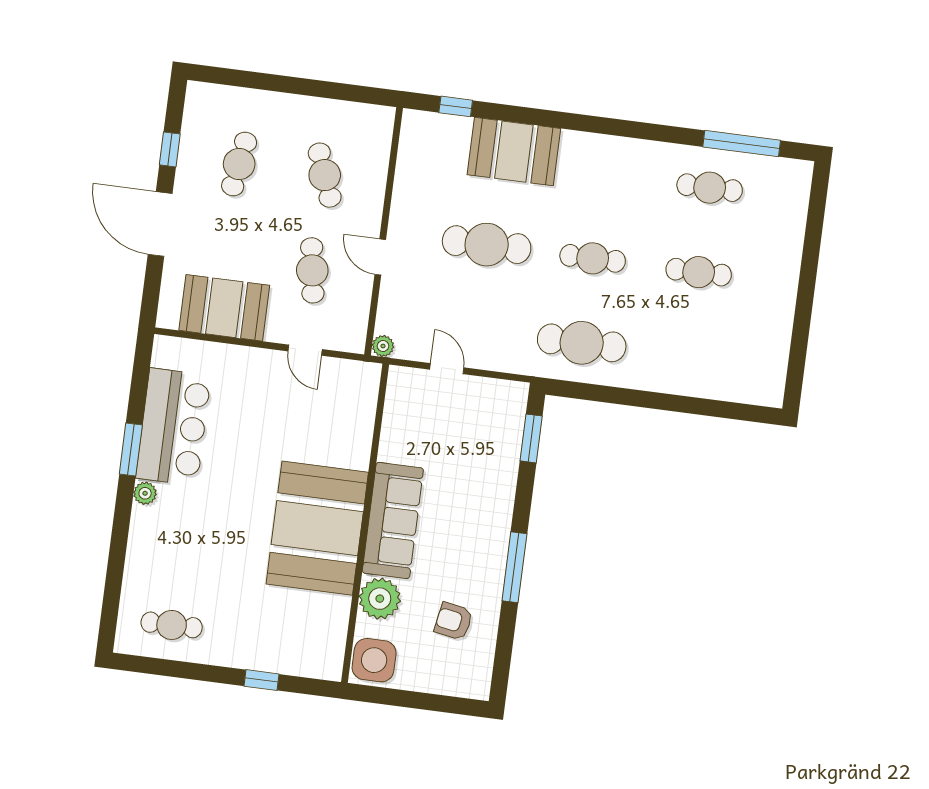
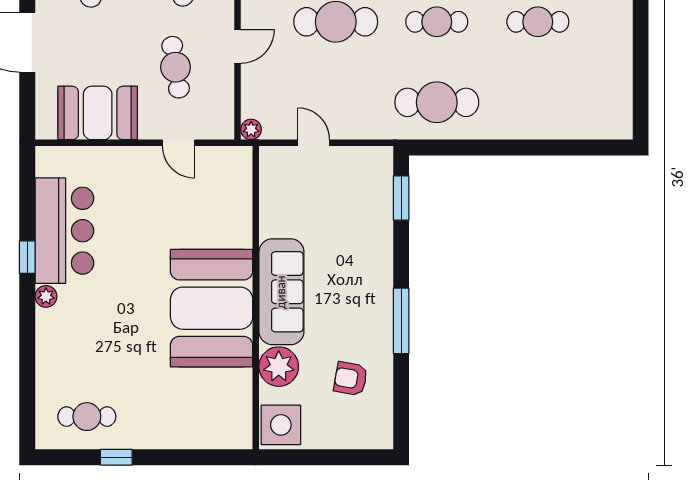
door: (380, 257) -> (238, 46), swing flipped
window: (131, 449) -> (27, 257), width x0.67
window: (261, 680) -> (116, 457), moved

